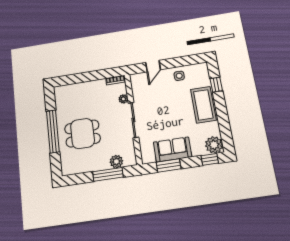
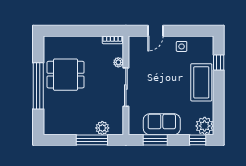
dining table: (82, 134) -> (66, 75), moved

